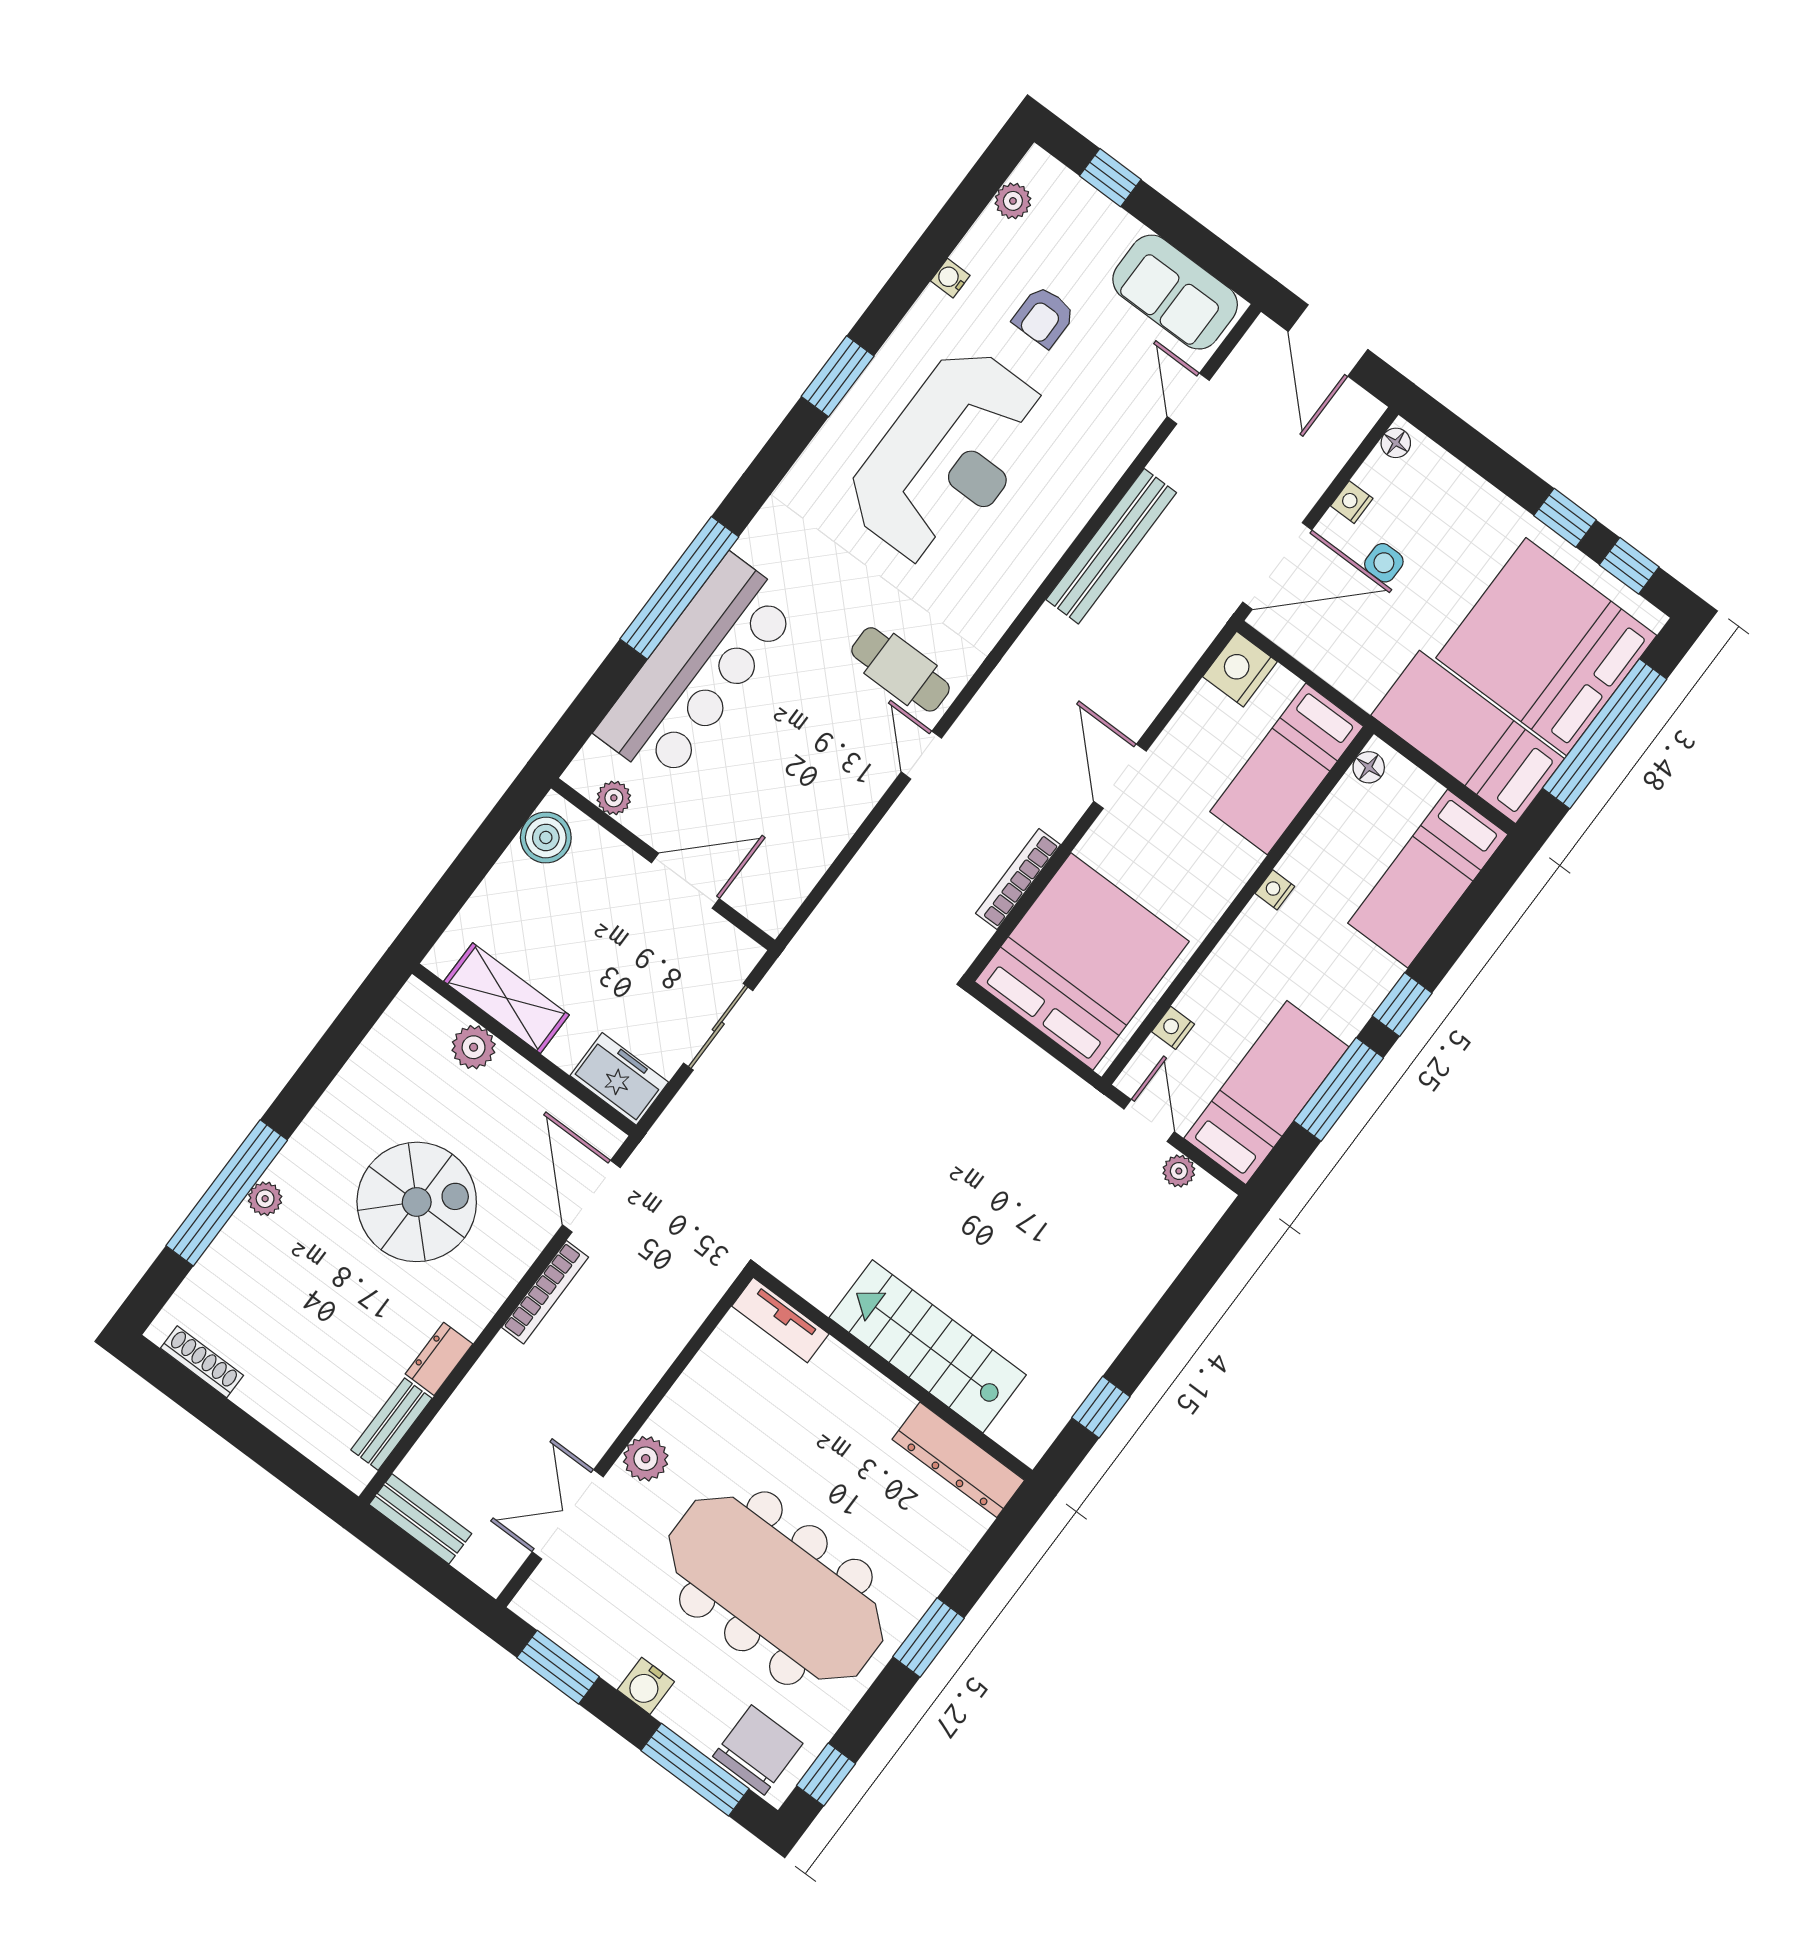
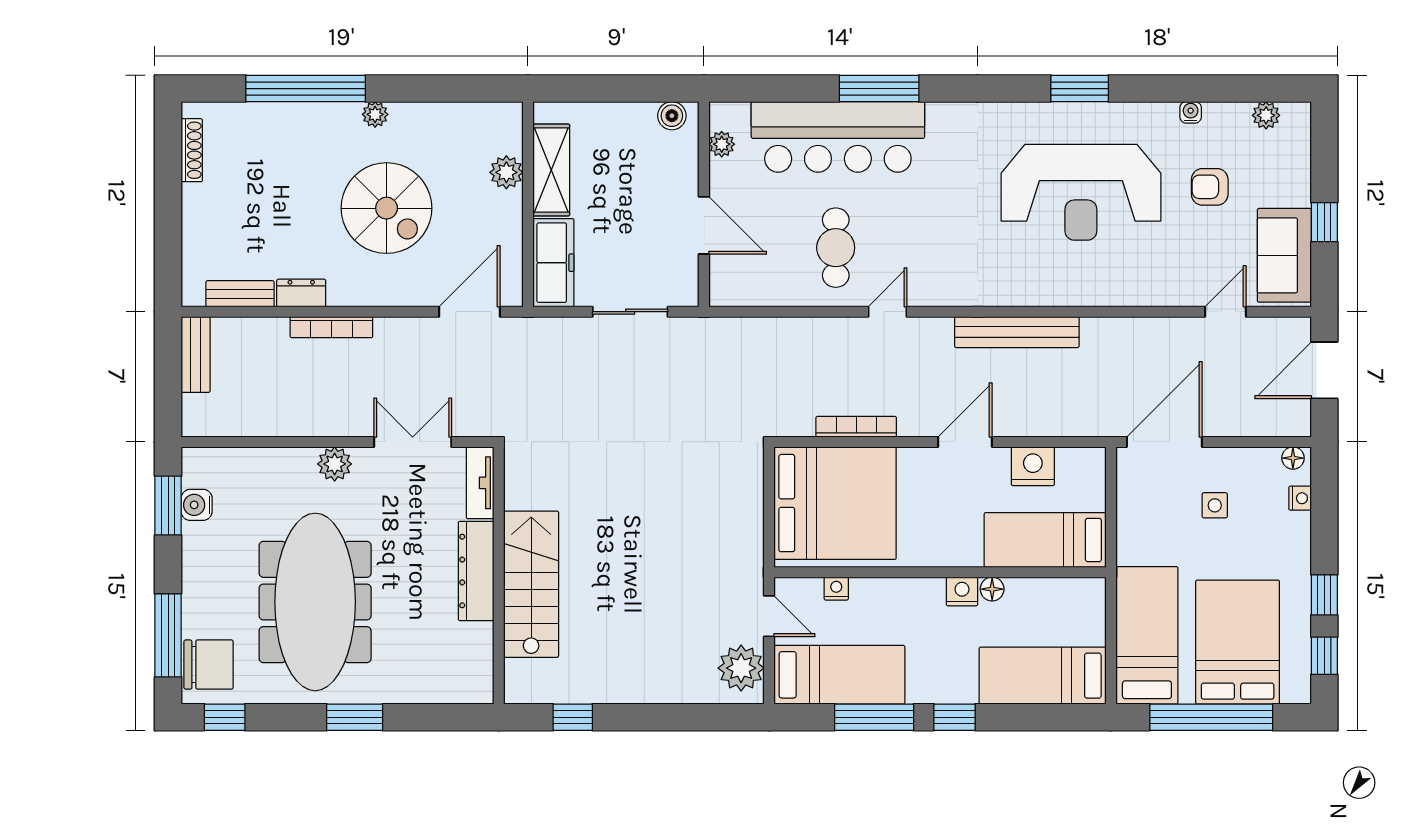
window: (1110, 178) -> (1324, 222), moved
nightstand: (1352, 502) -> (1300, 498), moved, turned 90
bench: (1111, 546) -> (1017, 332), moved
door: (1277, 566) -> (1164, 442), swing flipped
window: (679, 588) -> (879, 89), width x0.68
bed: (1546, 647) -> (1238, 642), width x0.73
cafe table: (901, 669) -> (836, 248), moved
nightstand: (1240, 669) -> (1033, 466), moved
floor lamp: (1369, 767) -> (992, 589), moved
boiler: (546, 837) -> (672, 116), width x0.73, depth x0.73
nightstand: (1275, 890) -> (962, 592), width x1.39, depth x1.35
freezer: (619, 1079) -> (553, 263), width x1.40
door: (1149, 1120) -> (769, 616), hinge flipped
plant: (1179, 1171) -> (741, 668), width x1.87, depth x1.87
plant: (265, 1199) -> (375, 114), moved
bookcase: (545, 1292) -> (331, 327), moved
dresser: (958, 1460) -> (476, 571), moved
double door: (568, 1514) -> (413, 442), moved
water cooler: (646, 1686) -> (197, 505), moved

